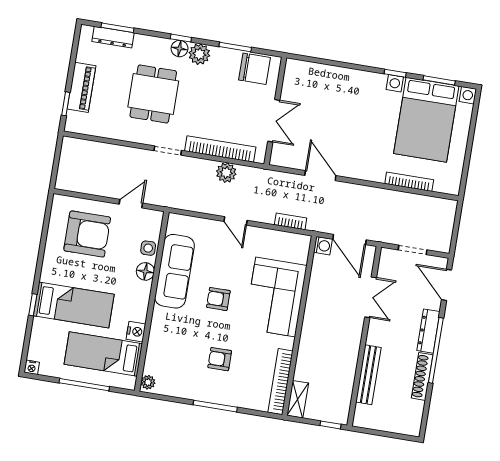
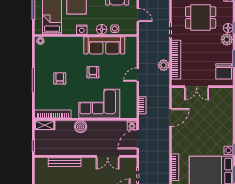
nightstand: (136, 332) -> (82, 30), moved
boiler: (311, 337) -> (81, 127), added

